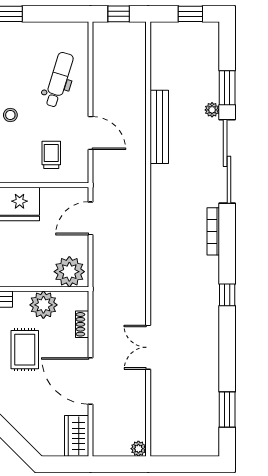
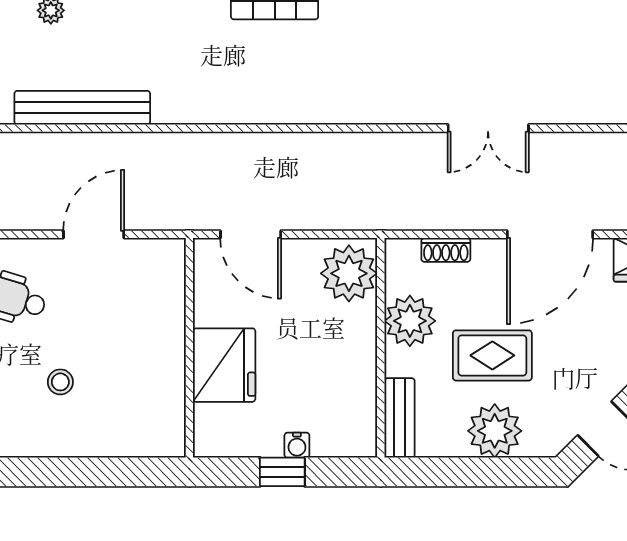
trolley: (51, 155) -> (134, 307), removed

